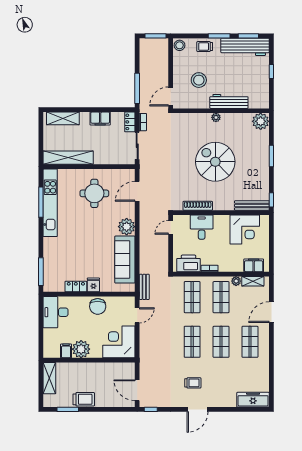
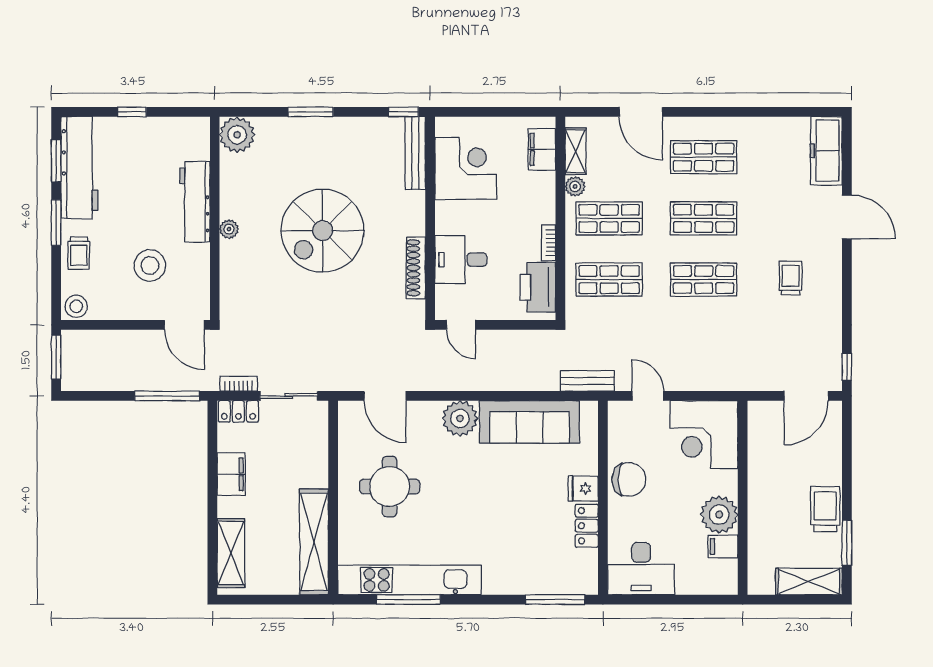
shelving: (49, 378) -> (809, 582), moved
door: (198, 409) -> (847, 217), moved

